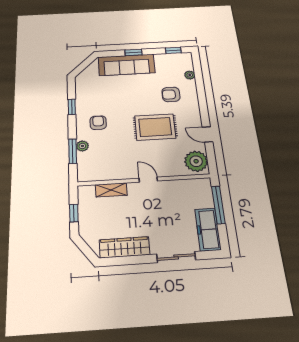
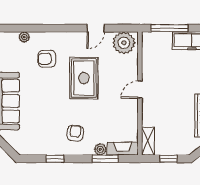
armchair: (171, 94) -> (47, 59), turned 90
armchair: (98, 123) -> (75, 133), turned 97
fireplace: (84, 167) -> (123, 149), added
shelving: (111, 190) -> (148, 141), moved

